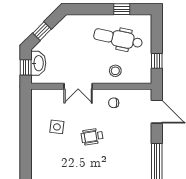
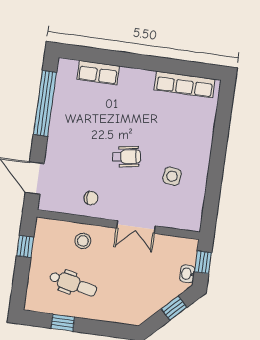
dental chair: (118, 39) -> (73, 284), width x0.73, depth x0.72
washbasin: (38, 63) -> (187, 274), width x0.52, depth x0.69
double door: (78, 86) -> (136, 227), swing flipped

